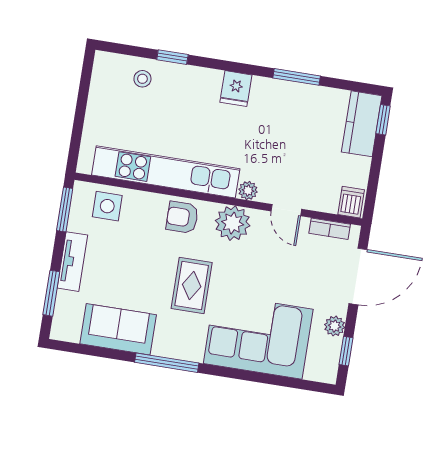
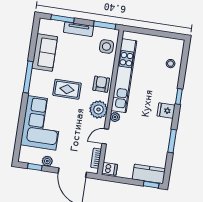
window: (172, 57) -> (179, 97), moved

